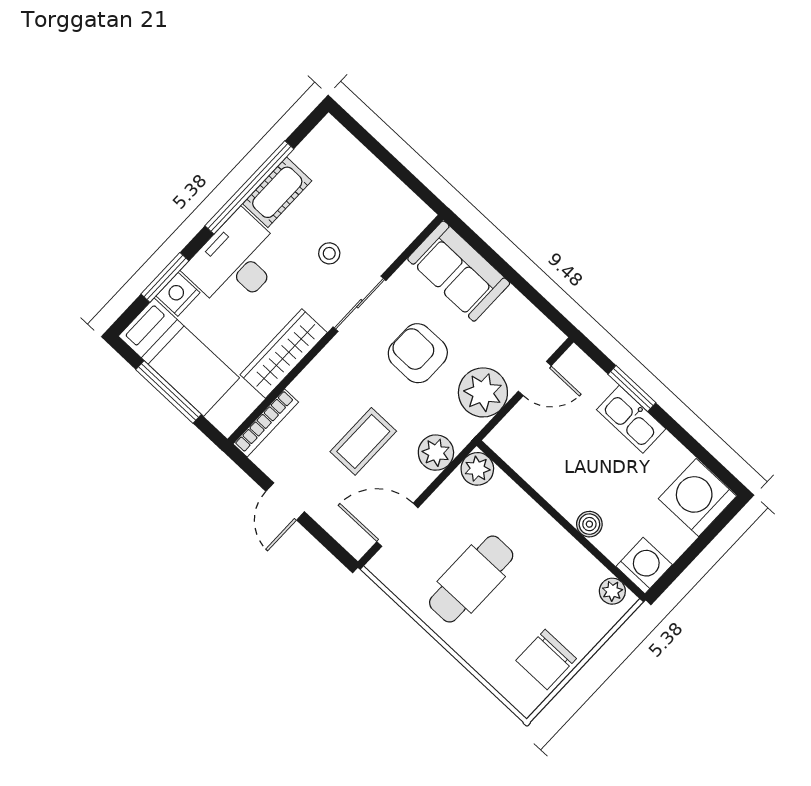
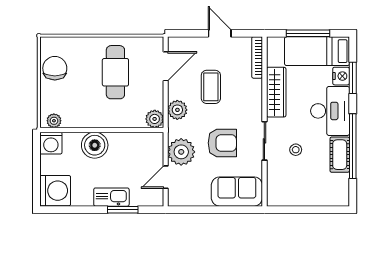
boiler: (589, 524) -> (95, 145), width x1.86, depth x1.86

